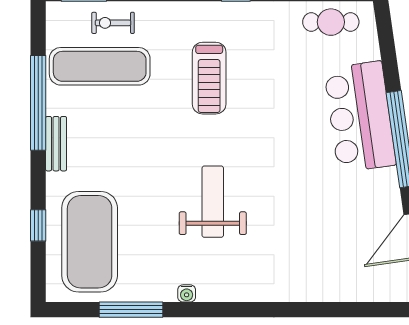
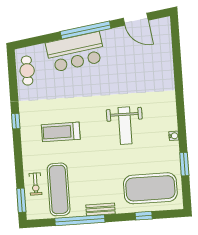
treadmill: (209, 78) -> (61, 132), turned 180
weight bench: (213, 202) -> (125, 126), turned -90
window: (131, 310) -> (184, 164), width x0.69

